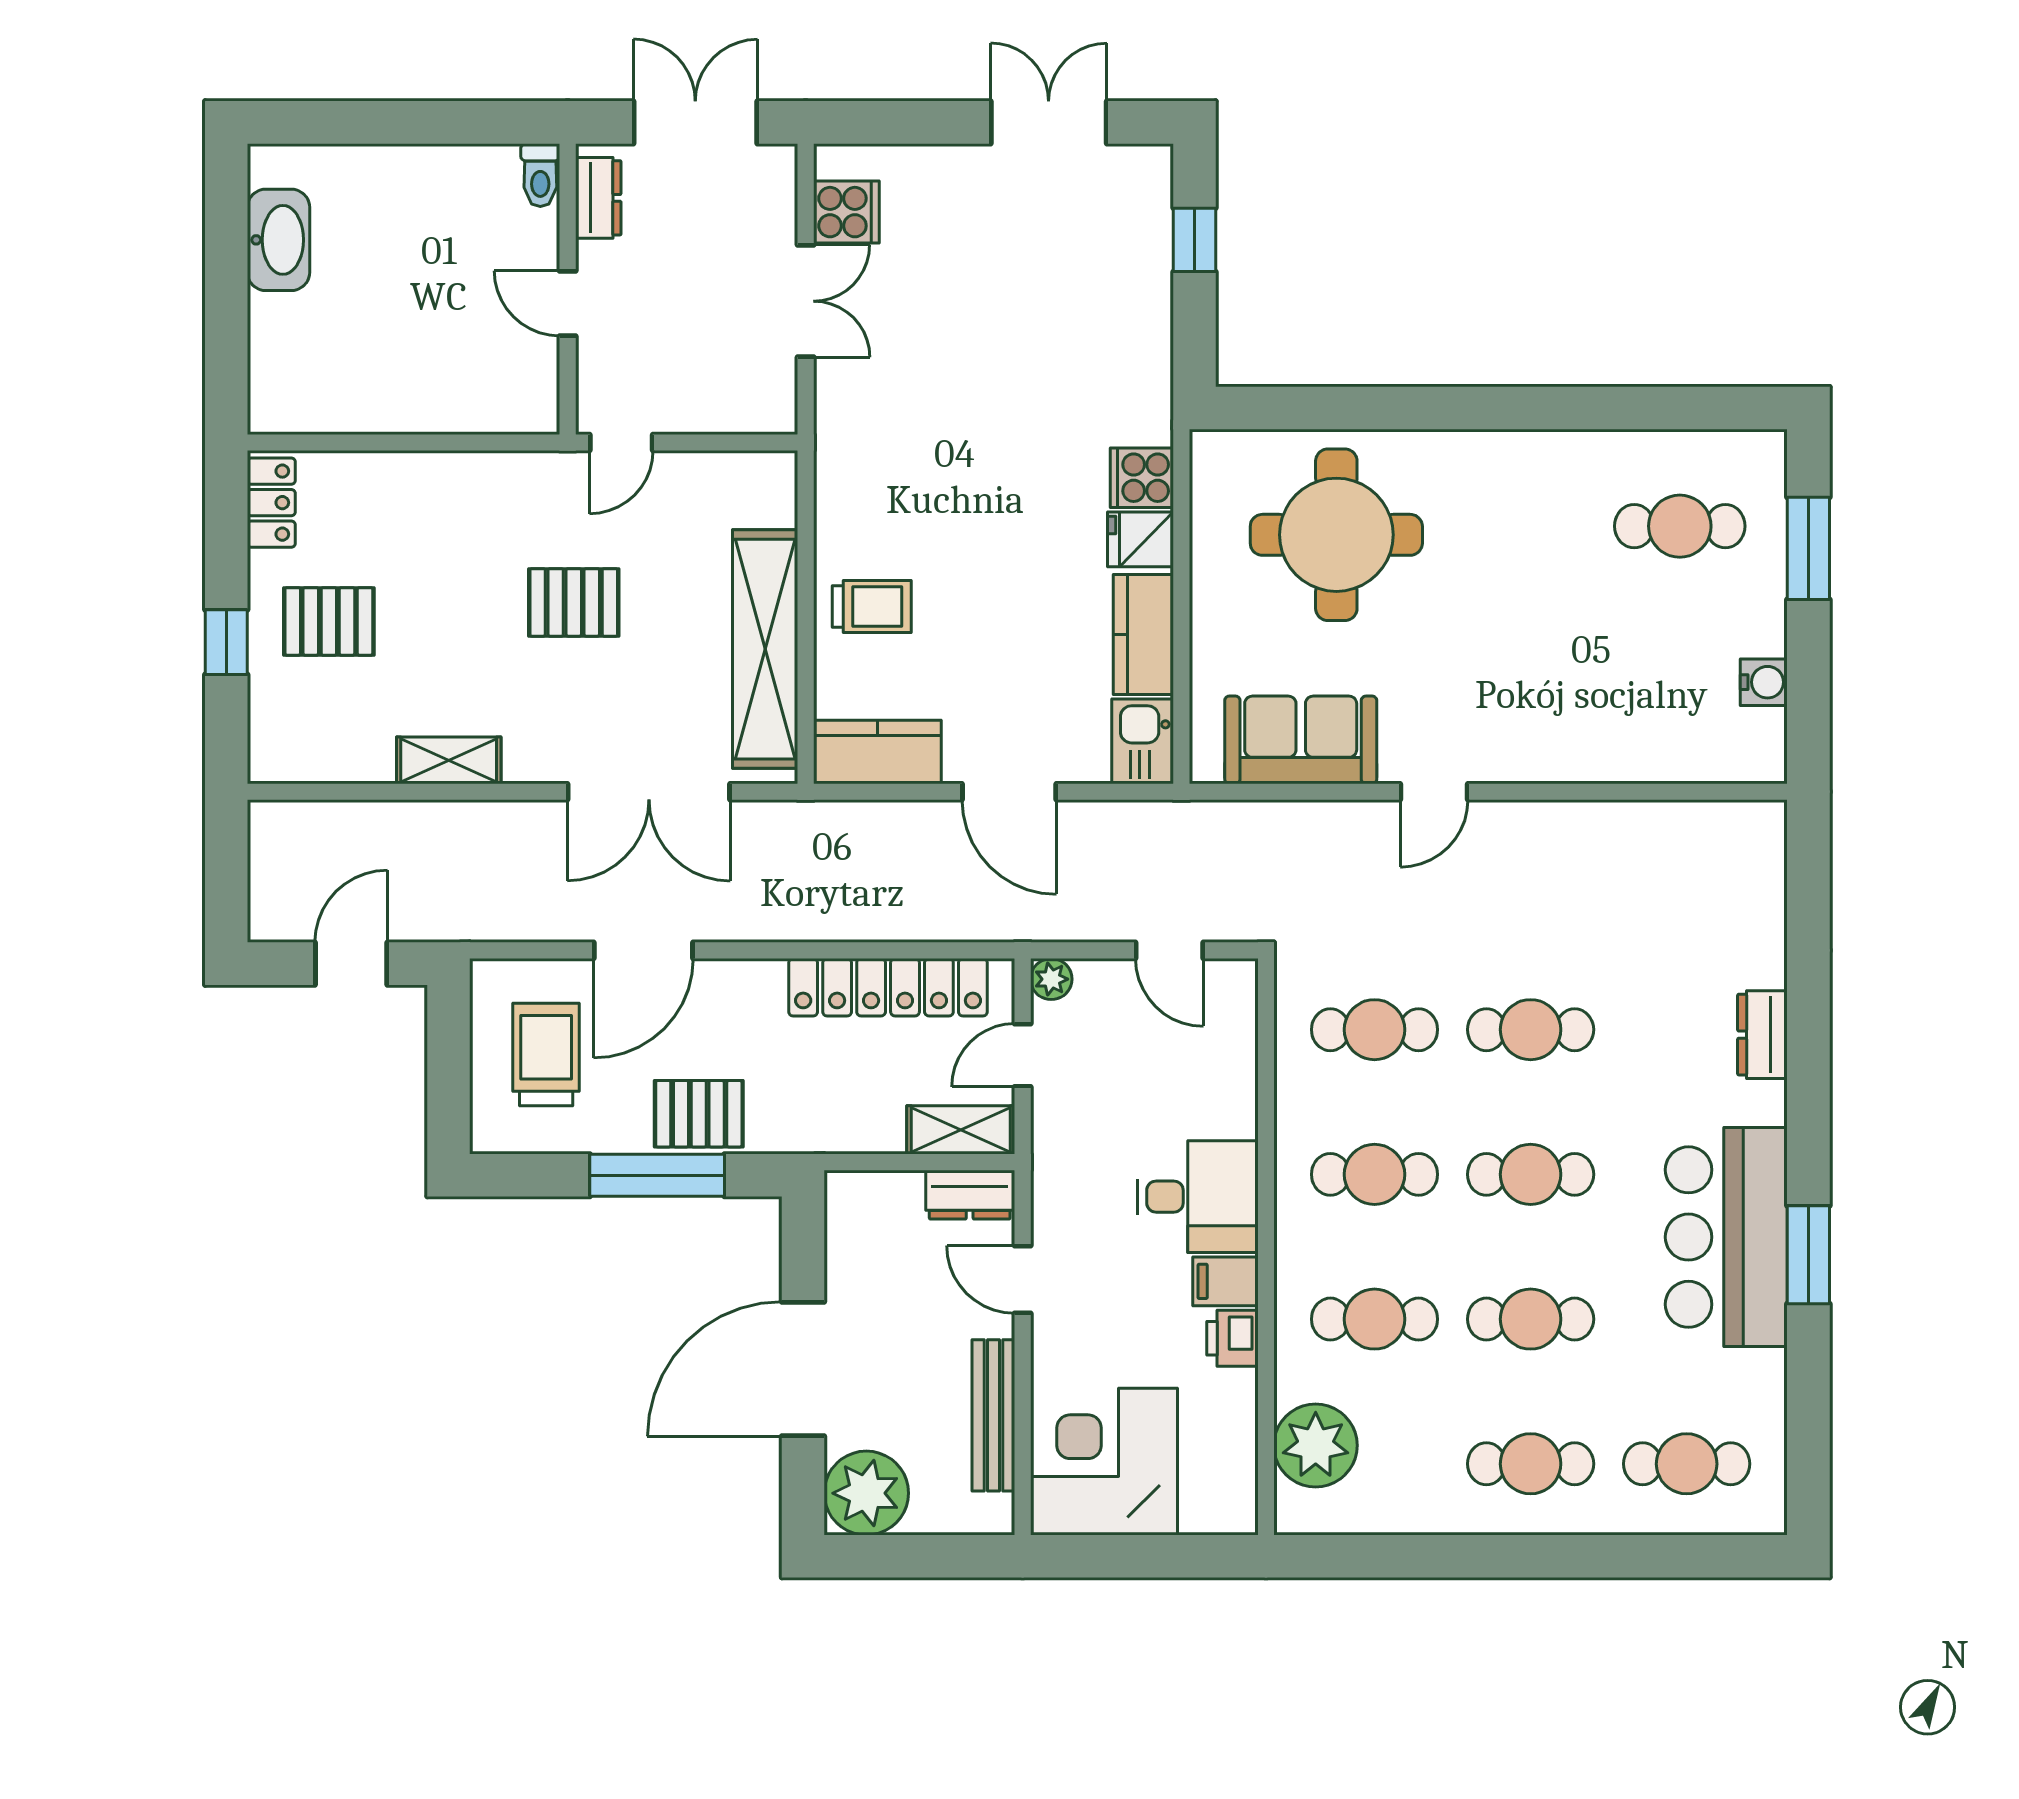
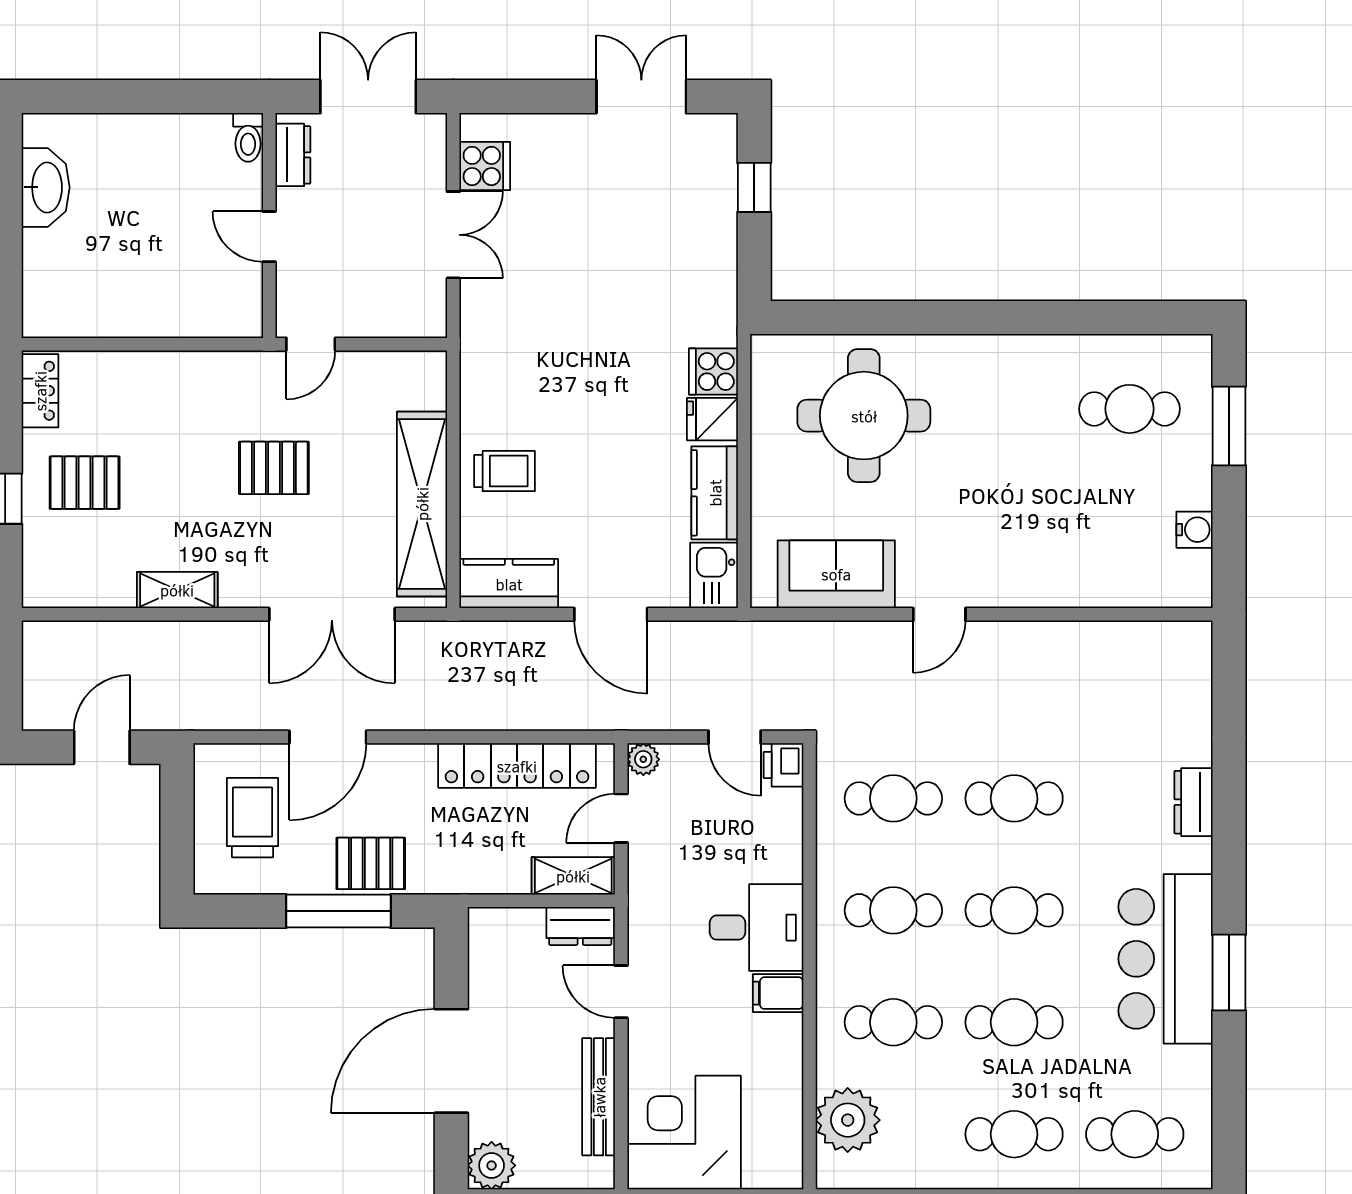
printer: (1233, 1338) -> (784, 765), moved
plant: (866, 1493) -> (492, 1165), width x0.73, depth x0.73

